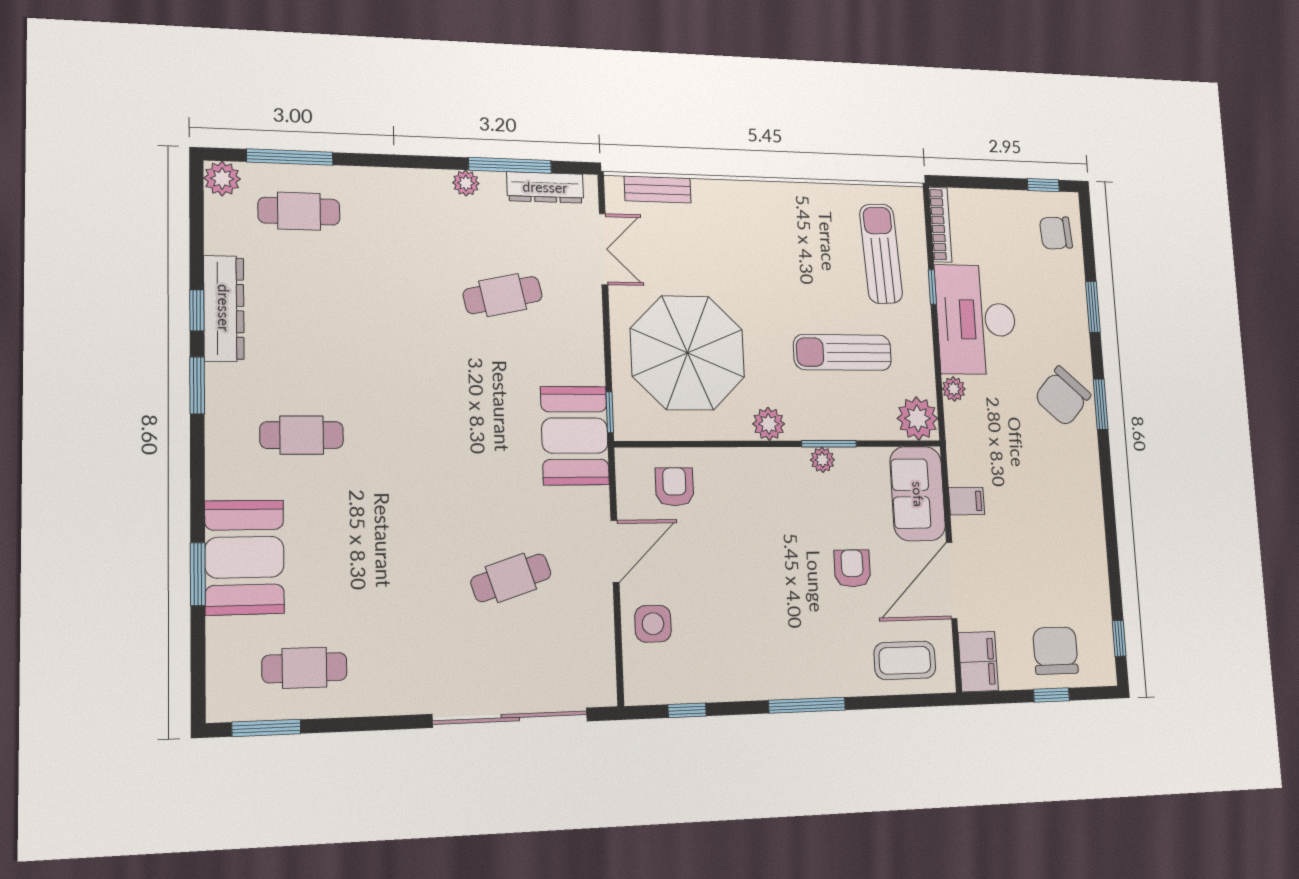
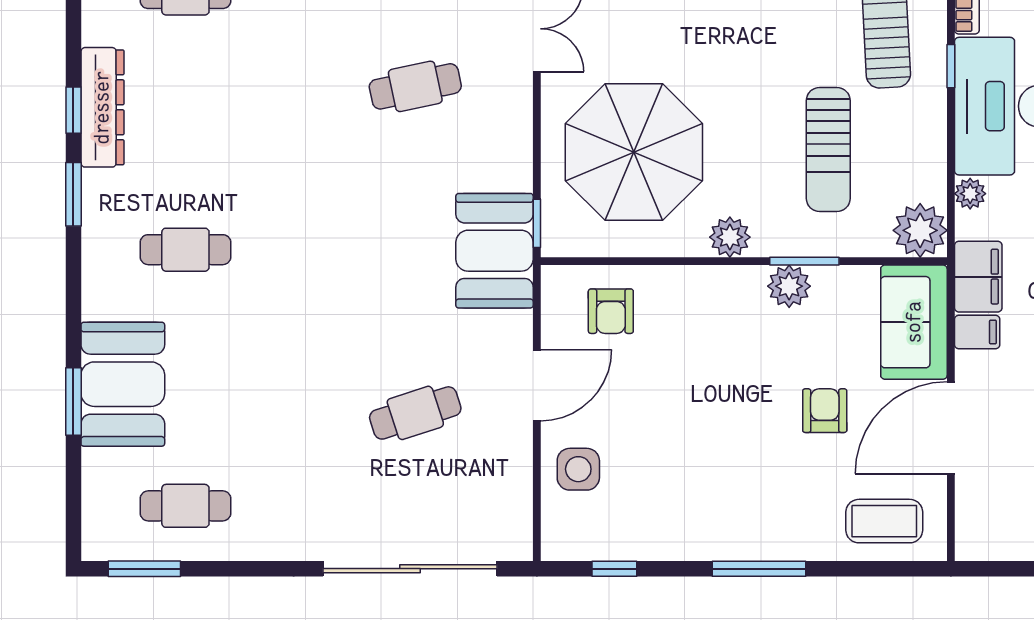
sun lounger: (843, 352) -> (828, 149), turned -90
plant: (822, 460) -> (789, 286), width x1.38, depth x1.38
armchair: (675, 487) -> (611, 311), turned 180
filing cabinet: (978, 662) -> (978, 277), moved

